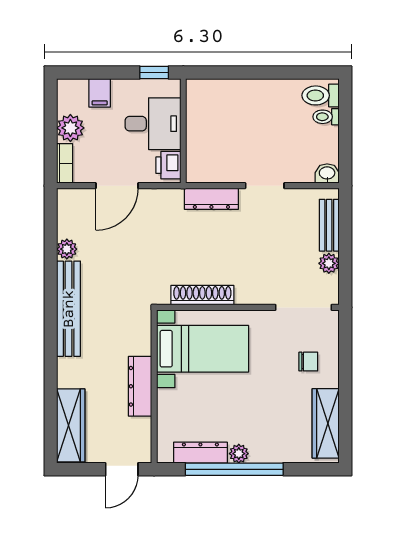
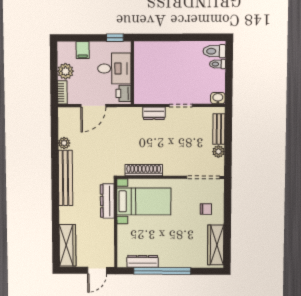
dresser: (211, 199) -> (154, 113), width x0.70
dresser: (140, 386) -> (107, 201), moved
plant: (239, 454) -> (165, 262), removed

